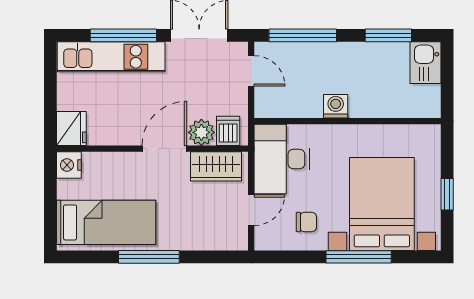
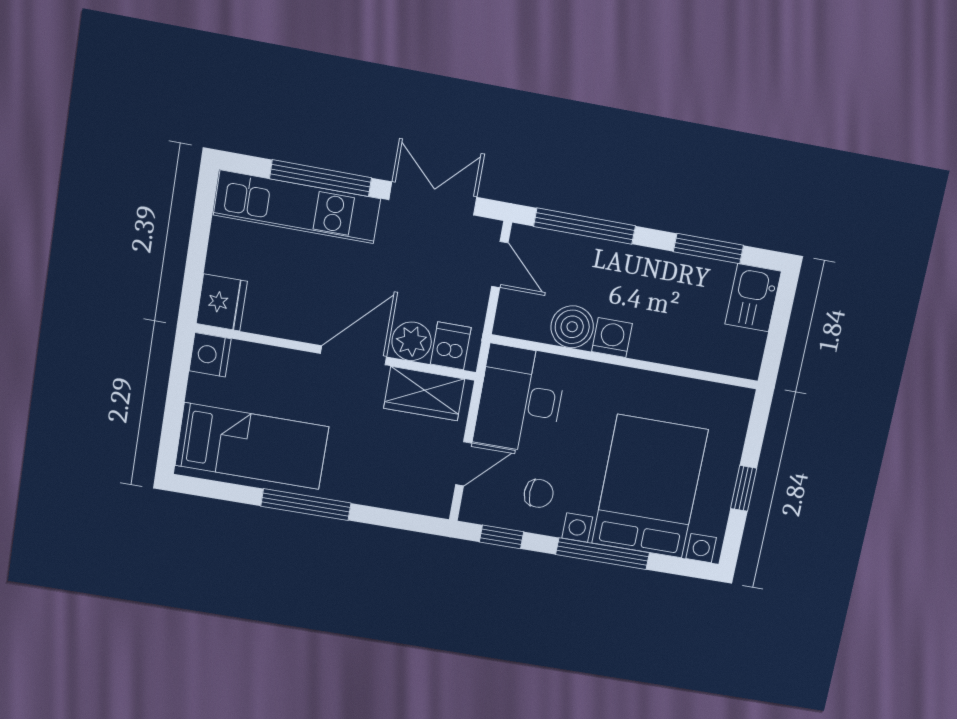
boiler: (307, 104) -> (572, 327), added
window: (286, 257) -> (502, 537), added

